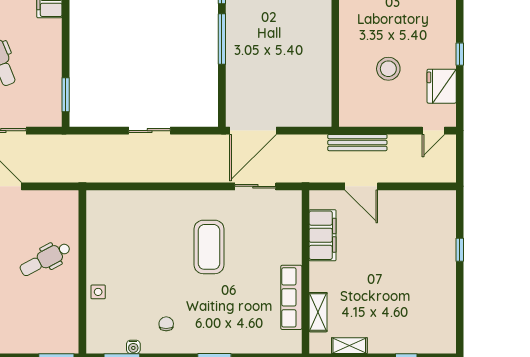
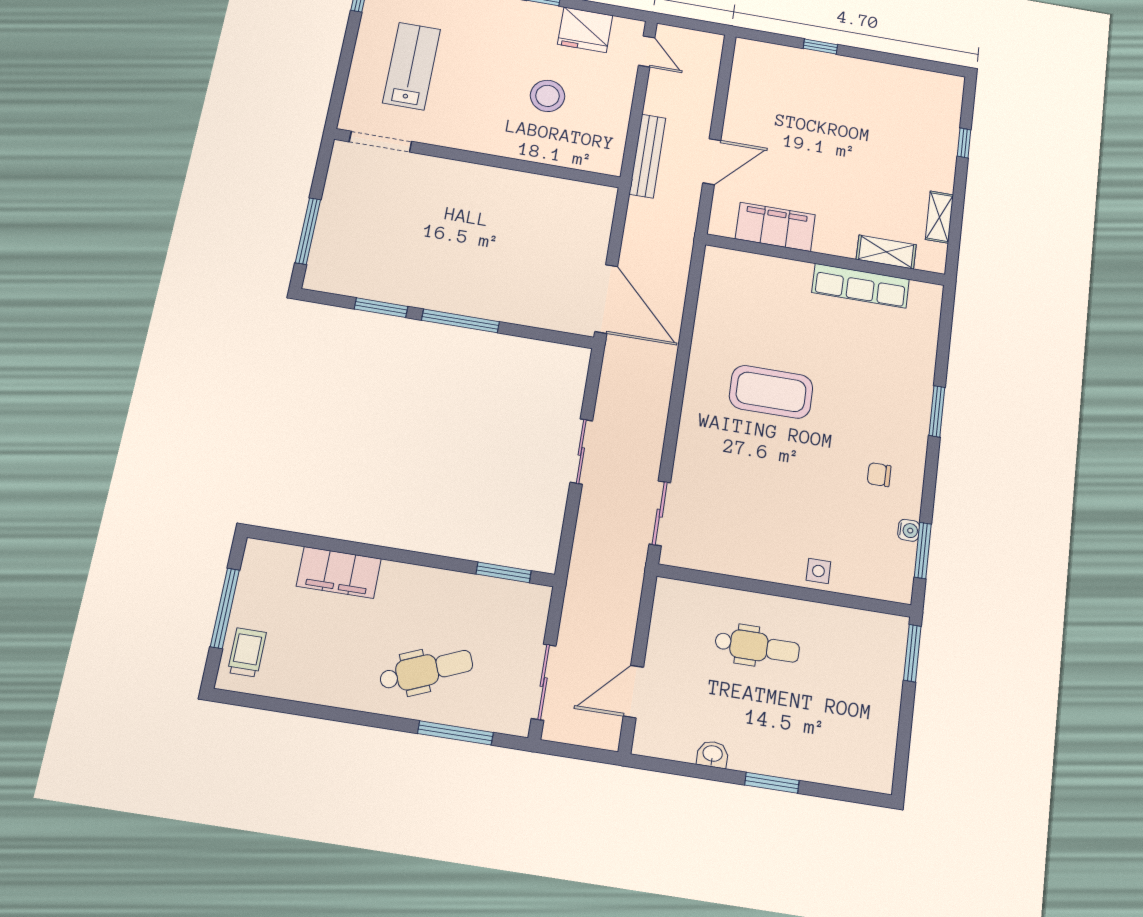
sliding door: (255, 186) -> (660, 513), moved
dental chair: (45, 259) -> (757, 647), turned -62

